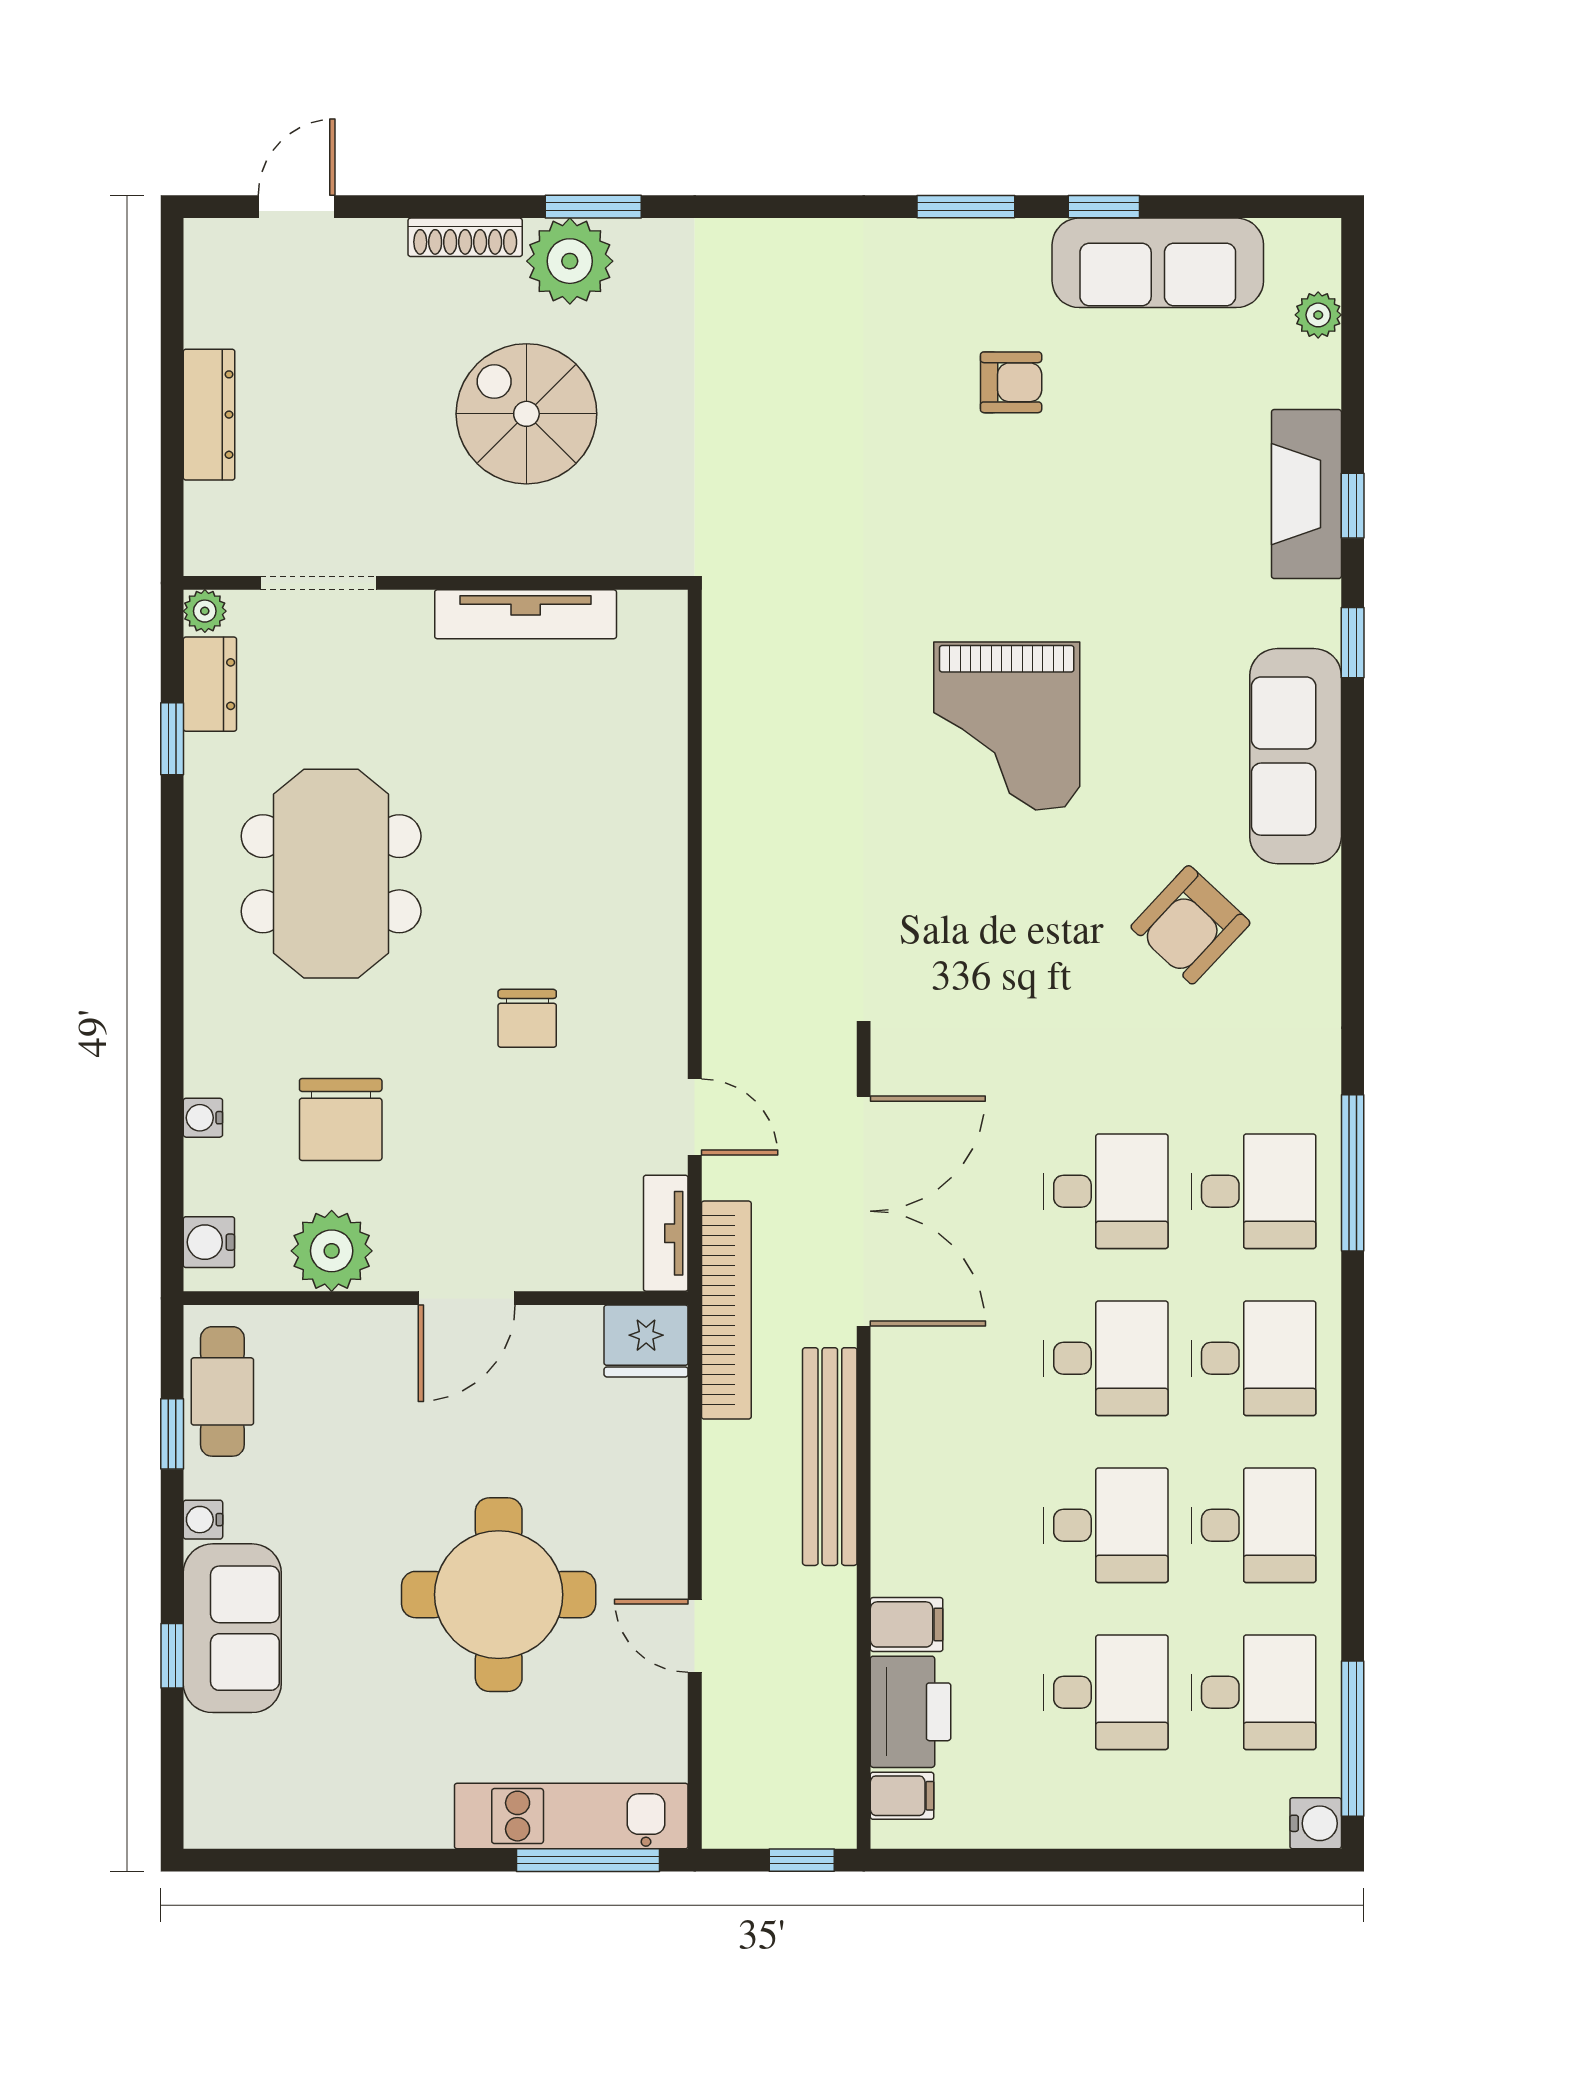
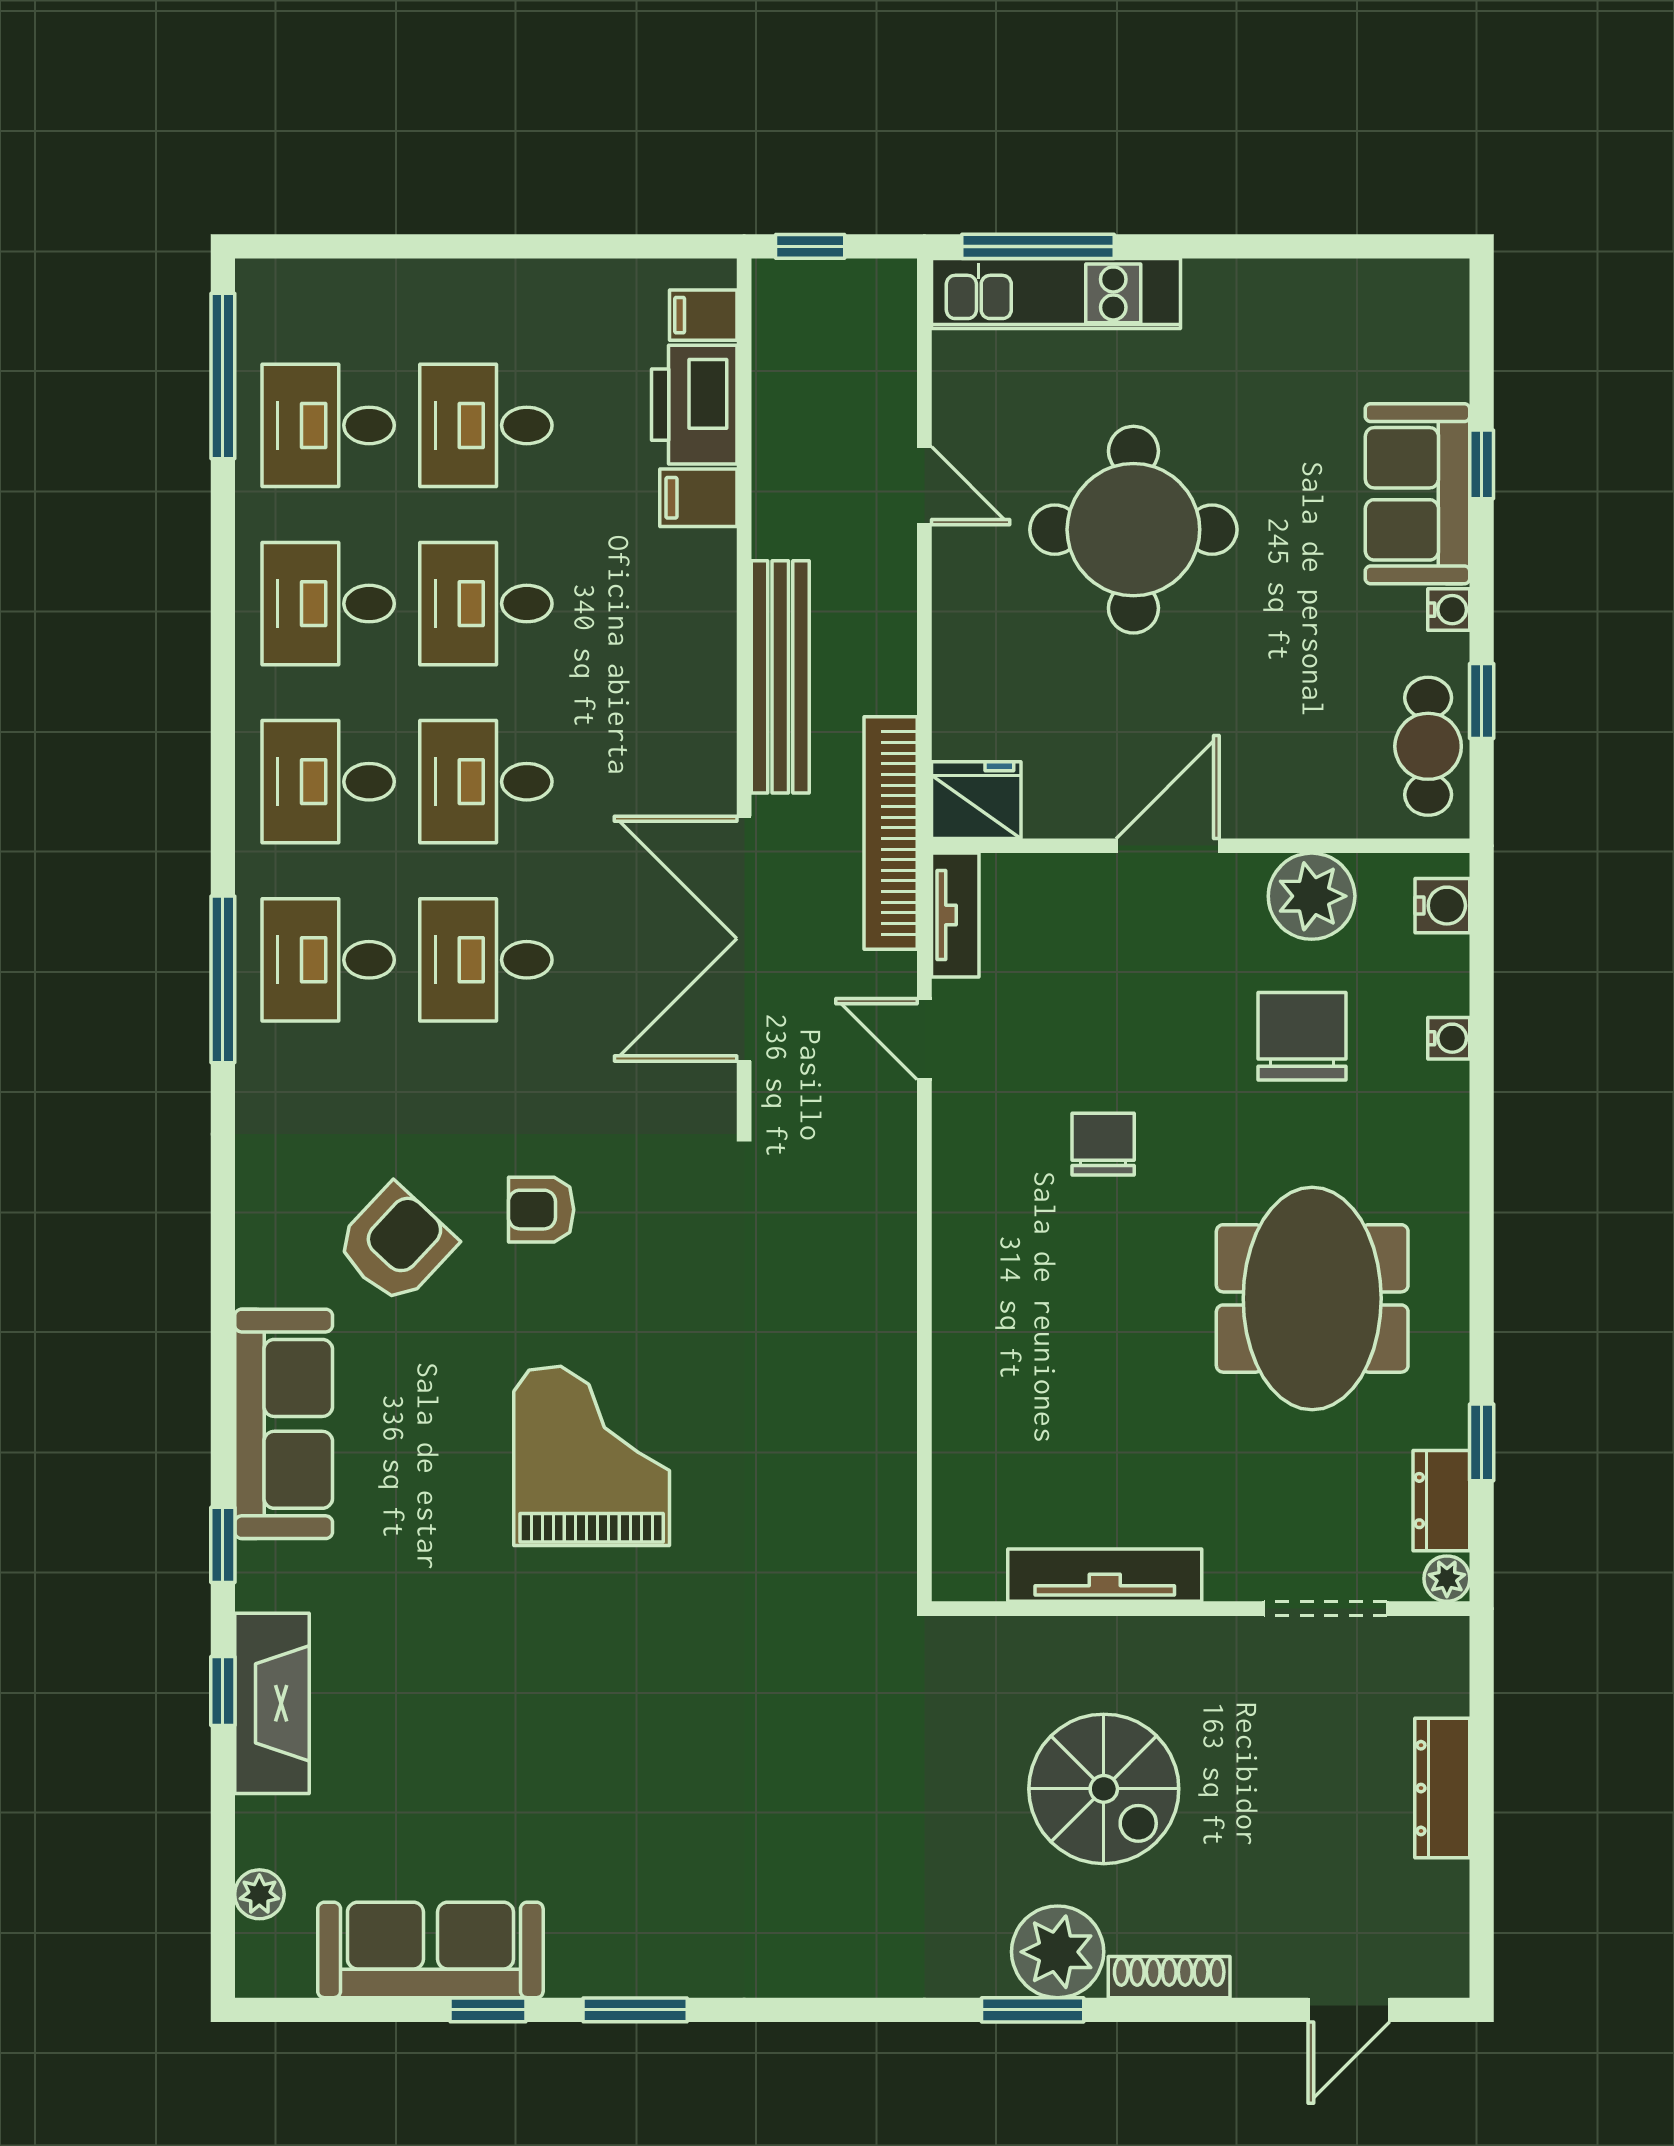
armchair: (1011, 382) -> (541, 1210), moved
water cooler: (1316, 1823) -> (262, 286), removed

